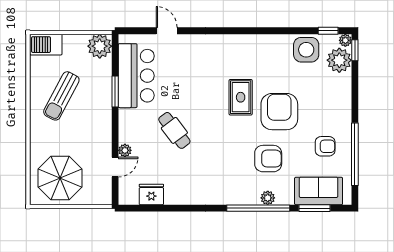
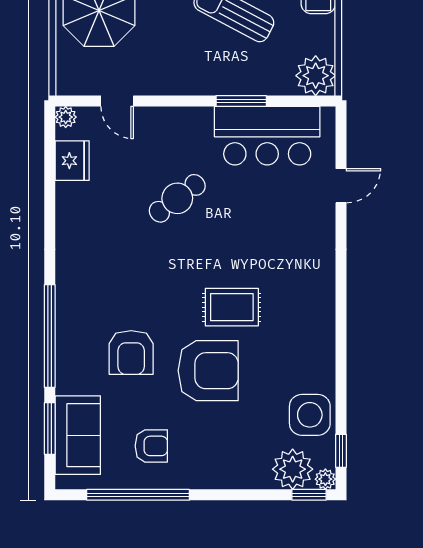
armchair: (325, 146) -> (151, 446), turned -90
plant: (125, 150) -> (66, 117), moved
plant: (268, 198) -> (67, 352), removed

